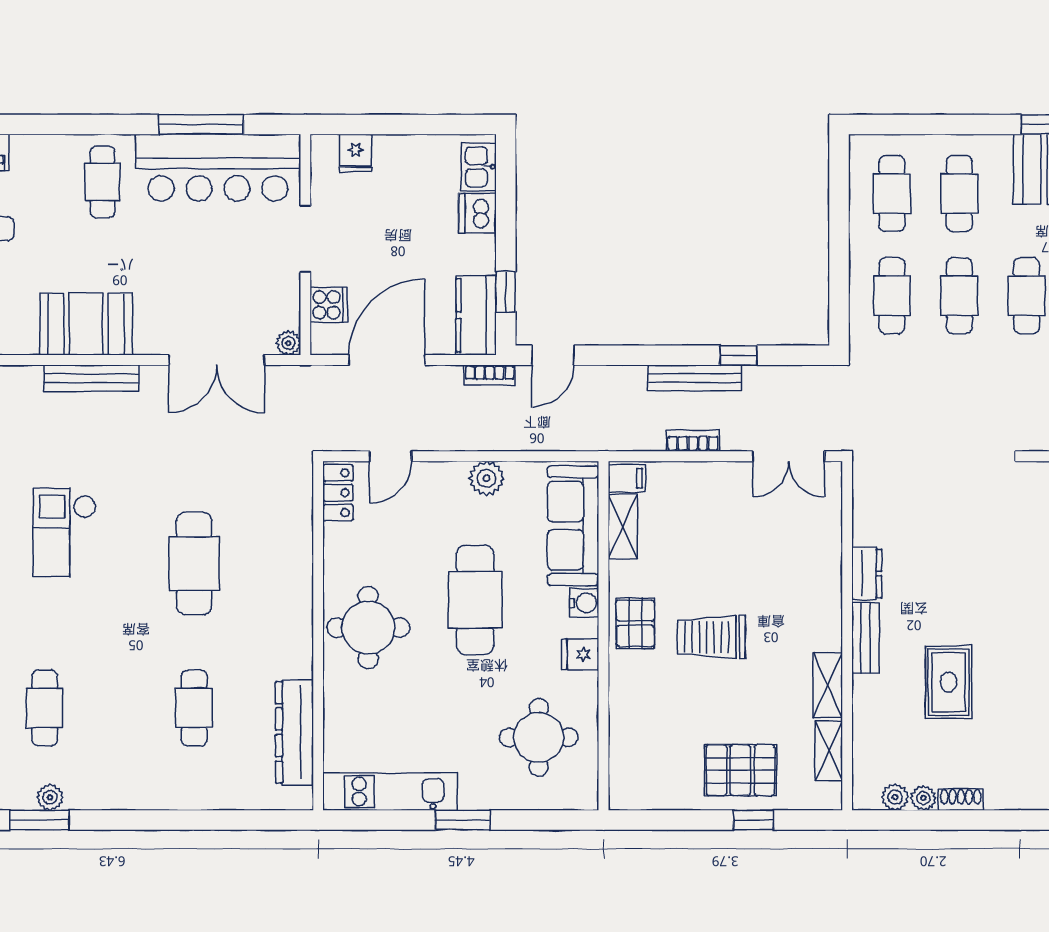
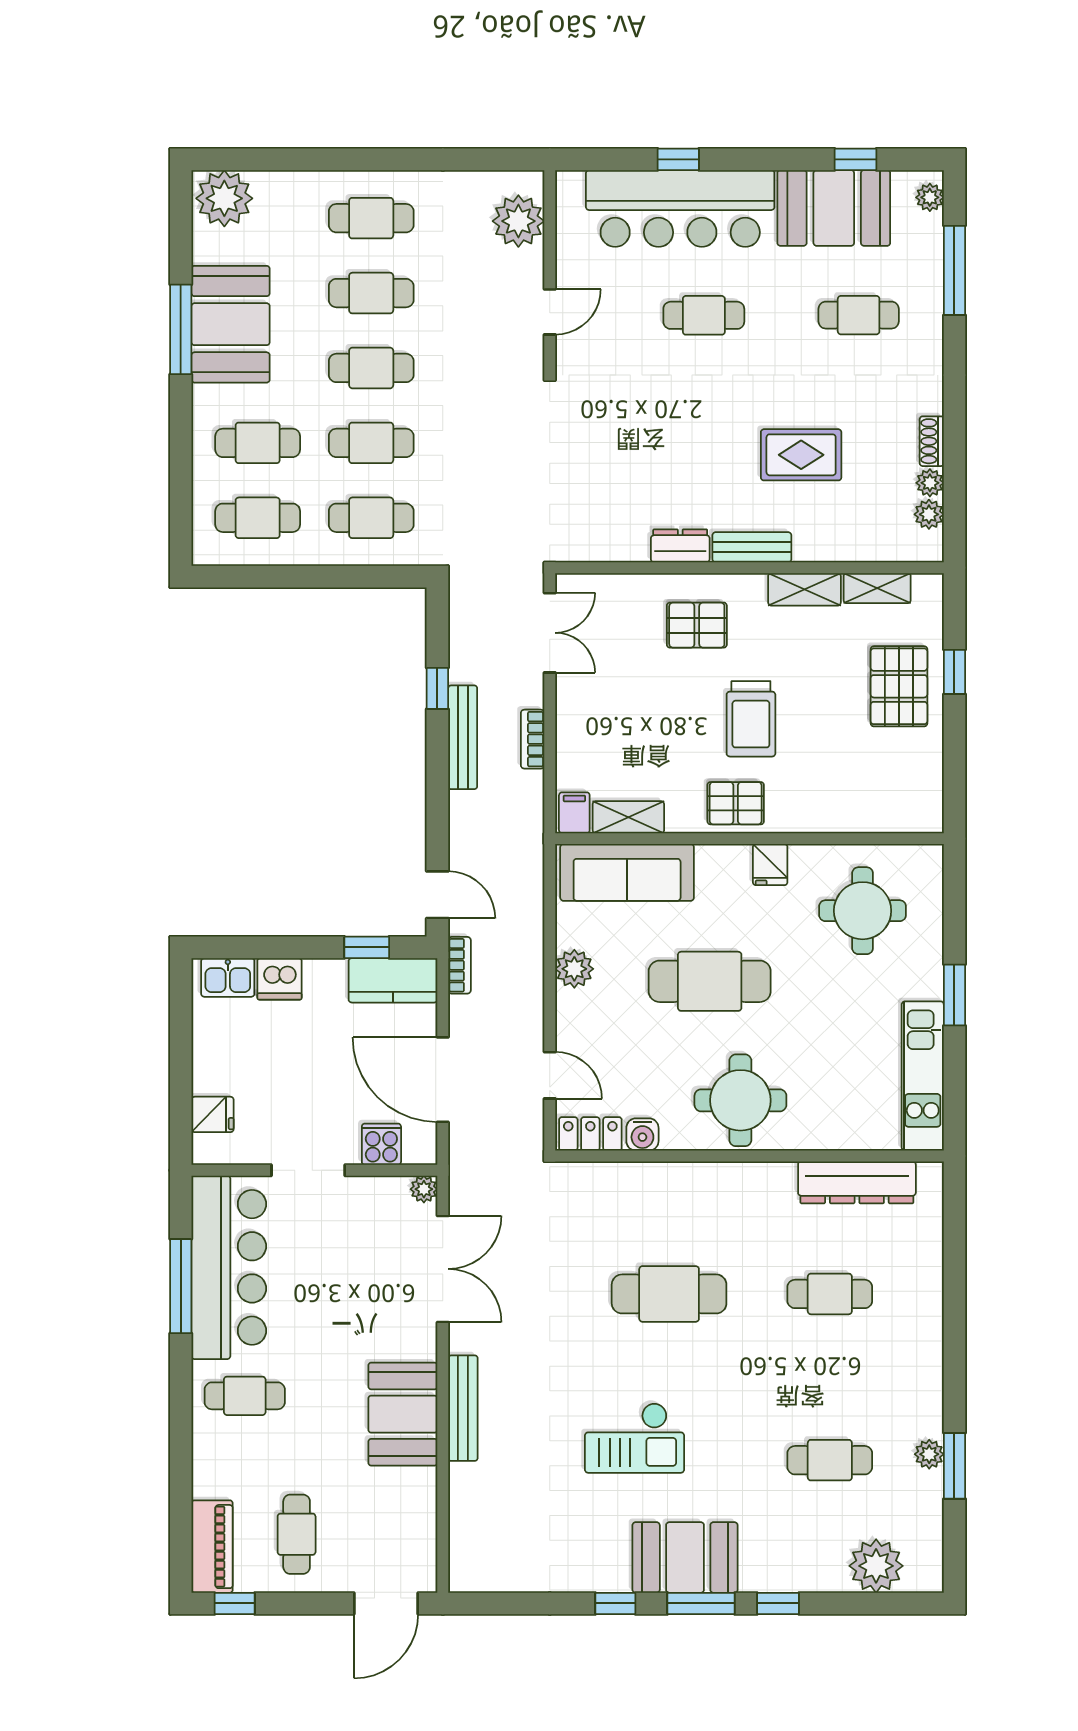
pallet: (795, 588) -> (697, 625), added
water cooler: (584, 603) -> (642, 1135), moved, turned 180

